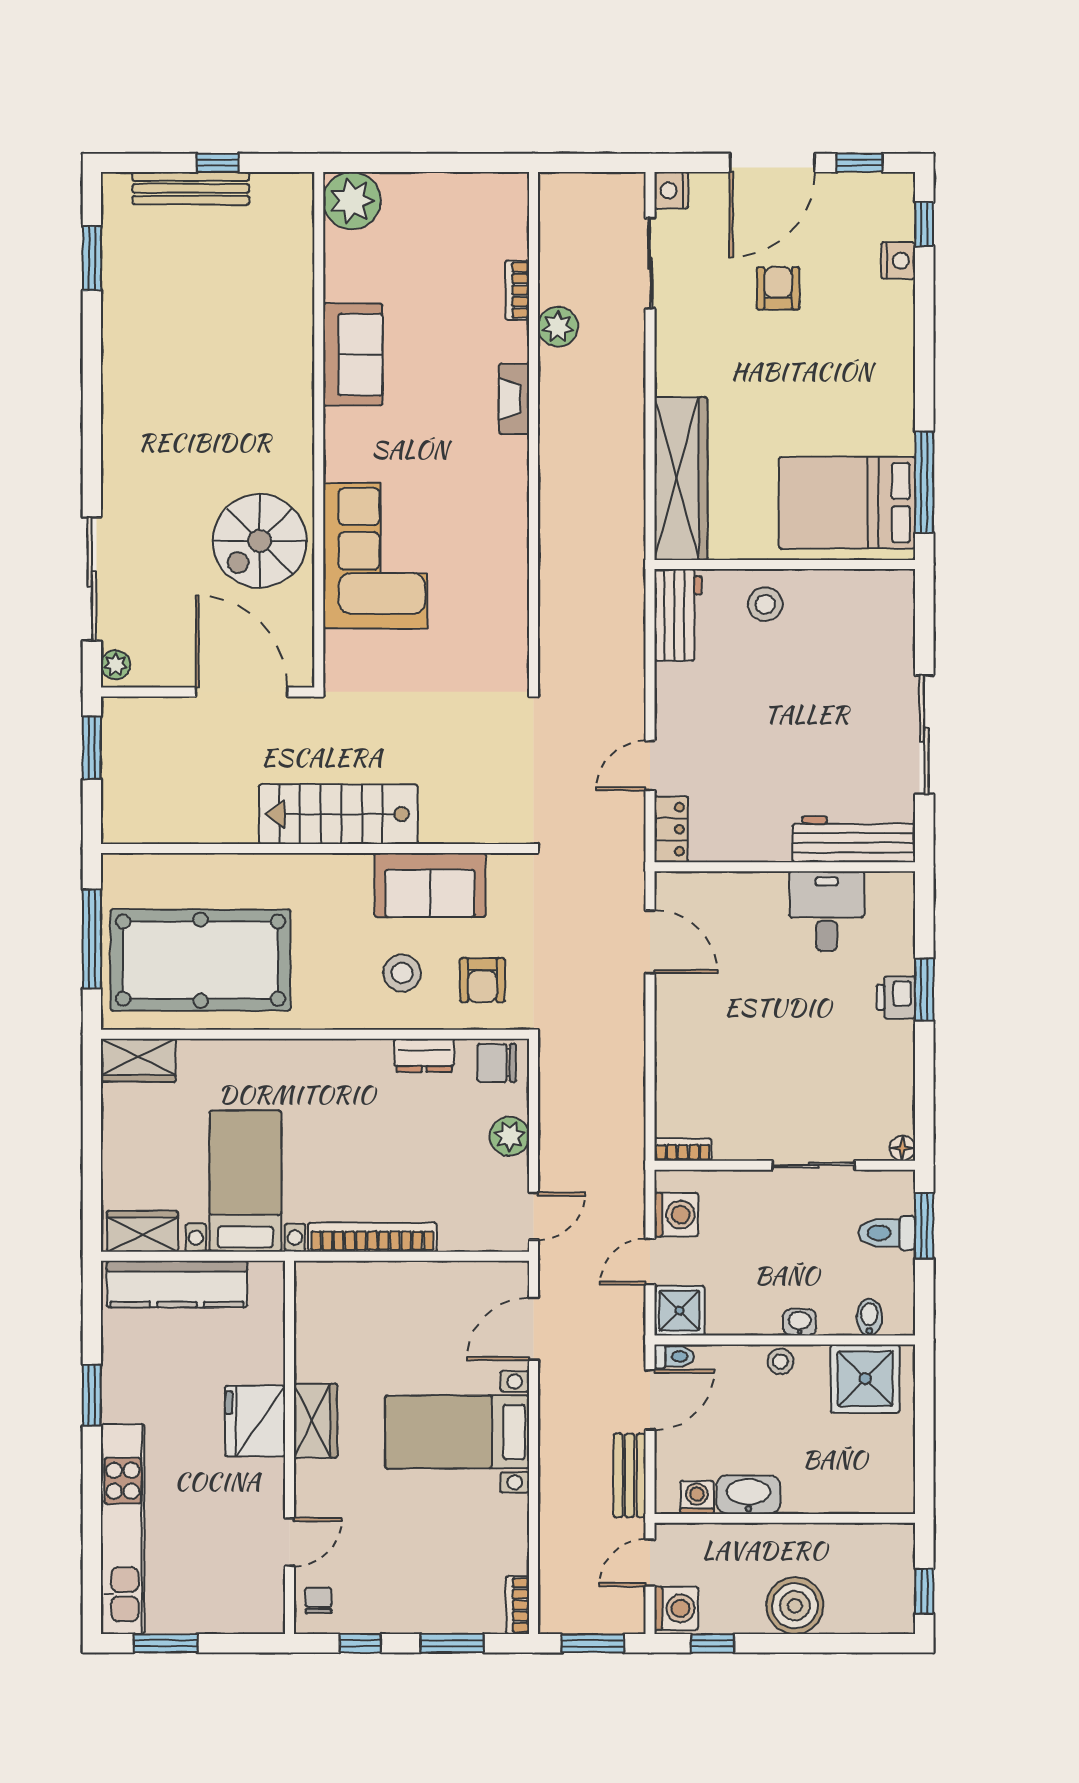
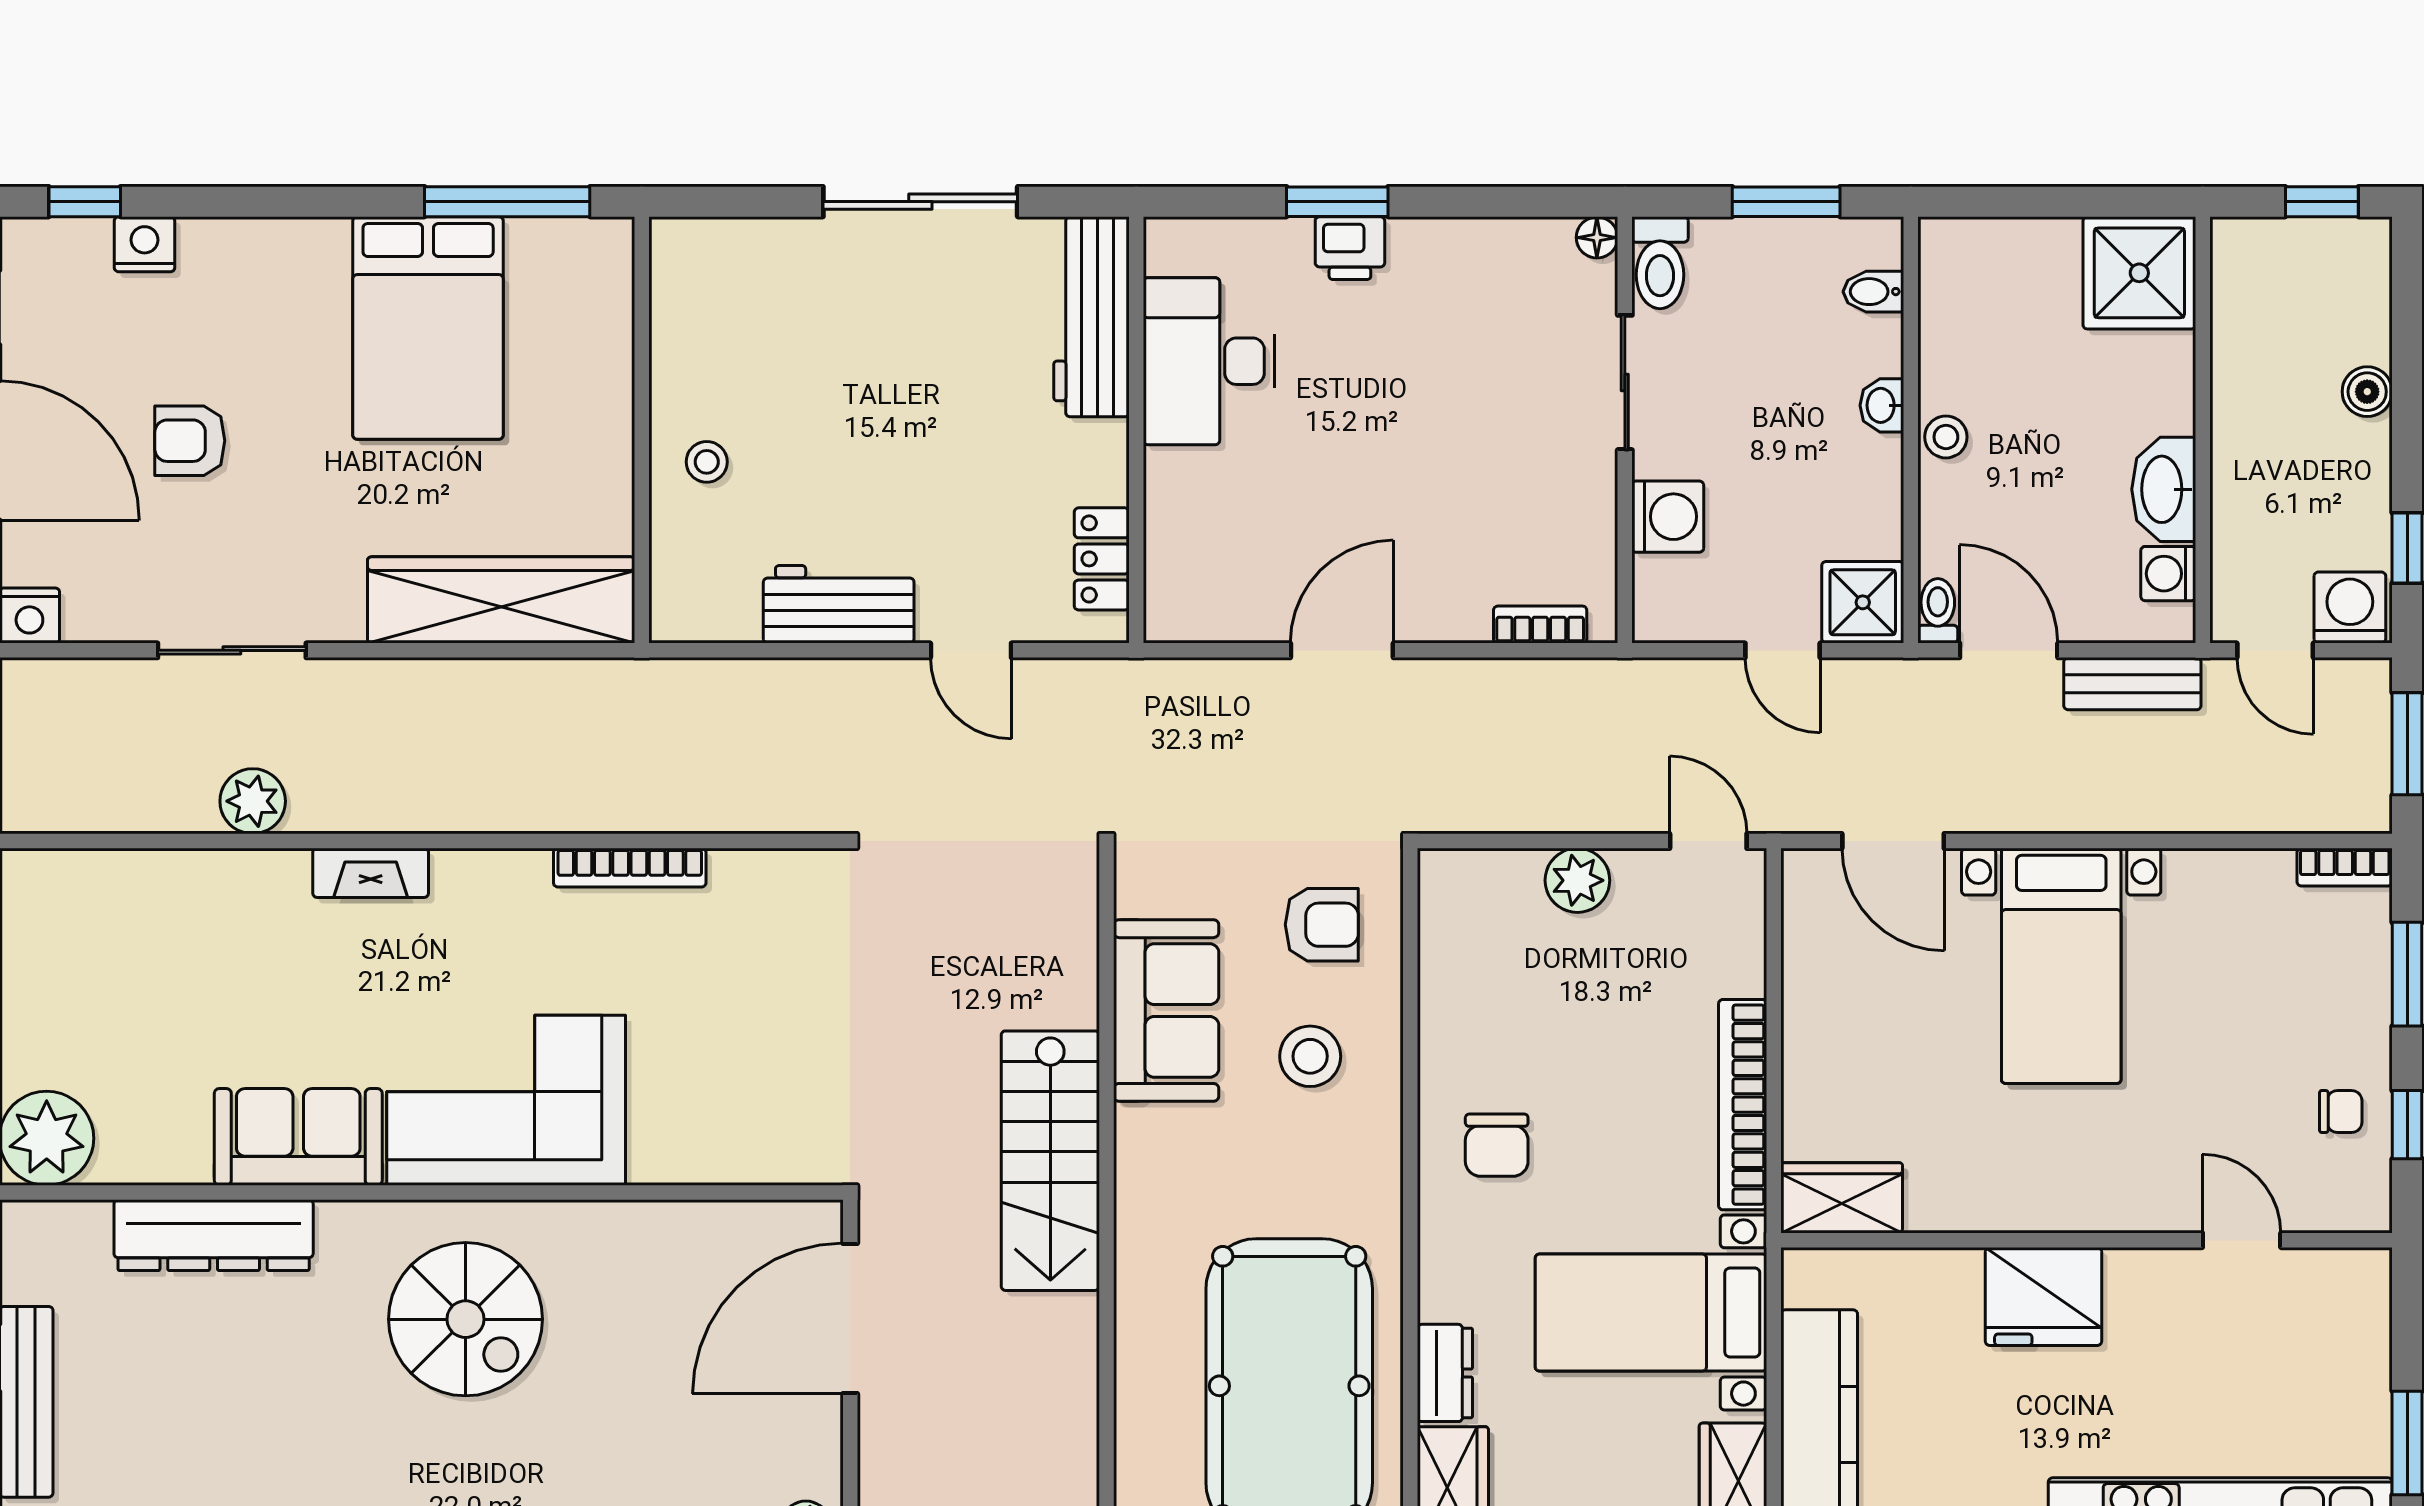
sliding door: (650, 263) -> (232, 650), moved
bookcase: (517, 290) -> (630, 868), moved, width x1.56
dresser: (293, 303) -> (214, 1235), added
bed: (847, 503) -> (428, 328), moved
spiral stairs: (260, 541) -> (466, 1319), moved
corner sofa: (375, 556) -> (506, 1100), moved
stool: (765, 604) -> (707, 462), width x0.73, depth x0.73
workbench: (678, 615) -> (839, 604), moved
locker: (671, 829) -> (1102, 559), moved, turned -90
desk: (827, 911) -> (1209, 361), width x1.37
door: (650, 942) -> (1342, 650), moved
dresser: (424, 1055) -> (1445, 1373), moved
chair: (497, 1063) -> (1497, 1145), moved
bookcase: (683, 1149) -> (1540, 625), moved, turned 90
washing machine: (676, 1215) -> (1668, 517), moved, turned 90
window: (924, 1226) -> (1786, 202), moved
toilet: (887, 1233) -> (1660, 263), moved
shower: (865, 1379) -> (2139, 273), moved
wardrobe: (315, 1421) -> (1842, 1198), moved
chair: (318, 1600) -> (2341, 1111), moved, turned 180
boiler: (795, 1606) -> (2367, 392), width x0.54, depth x0.54

